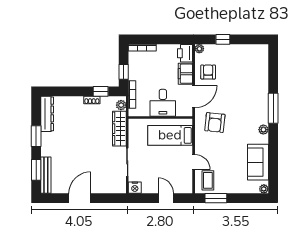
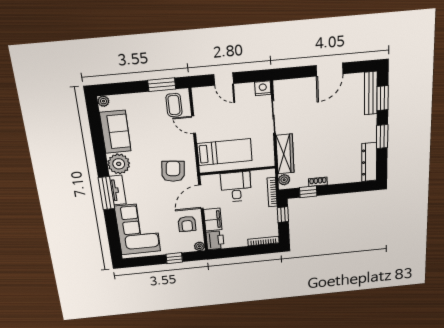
corner sofa: (251, 72) -> (138, 229), added
tv unit: (263, 110) -> (118, 190), added
plant: (263, 130) -> (119, 164), width x1.87, depth x1.87

